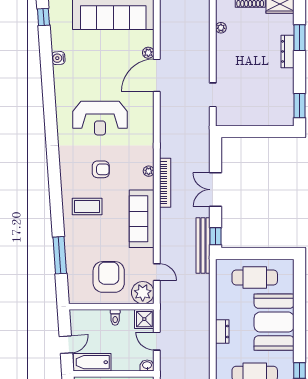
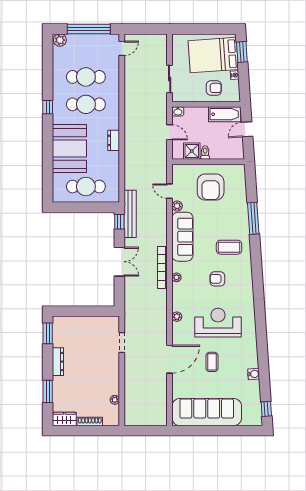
dresser: (288, 51) -> (58, 362), moved
plant: (148, 53) -> (177, 317), moved
coffee table: (107, 72) -> (212, 362), added
window: (60, 255) -> (253, 218), moved
plant: (143, 293) -> (177, 206), moved, width x0.53, depth x0.53
shower: (144, 319) -> (192, 151), moved

